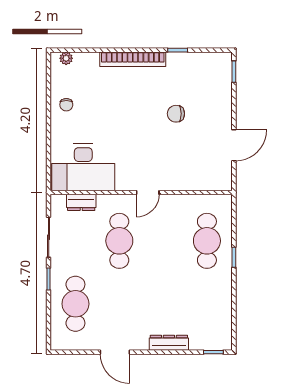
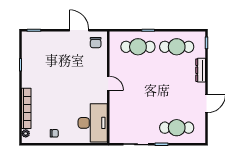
bookcase: (133, 59) -> (26, 108), moved
chair: (176, 114) -> (96, 43), moved
dresser: (81, 202) -> (114, 124), removed
cafe table: (119, 241) -> (177, 47), moved

